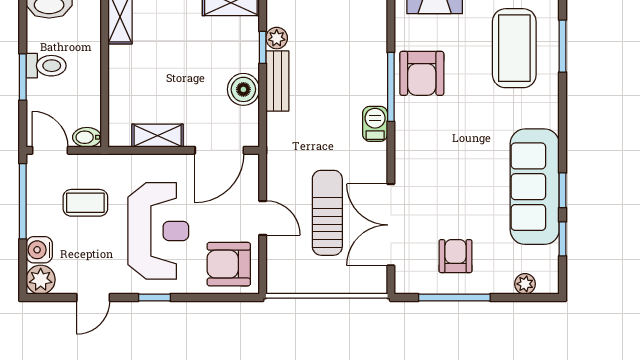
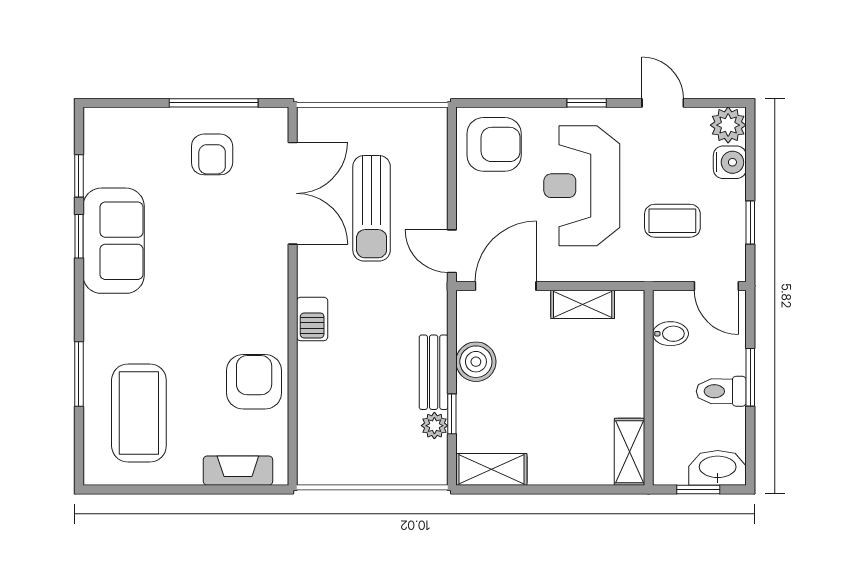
window: (563, 46) -> (79, 374), moved
window: (391, 87) -> (293, 365), removed
bidet: (87, 137) -> (670, 334), moved
sofa: (535, 187) -> (114, 241), width x0.73
window: (23, 201) -> (750, 223), width x0.46
door: (263, 218) -> (452, 251), moved
plant: (525, 284) -> (126, 120), removed
door: (93, 297) -> (663, 103), hinge flipped

